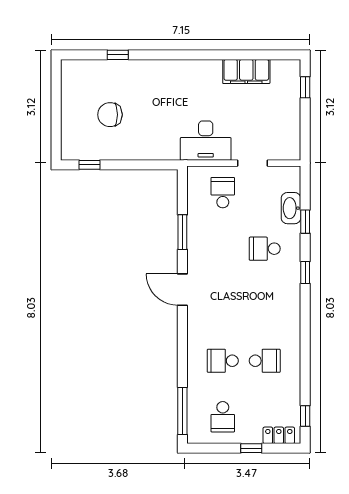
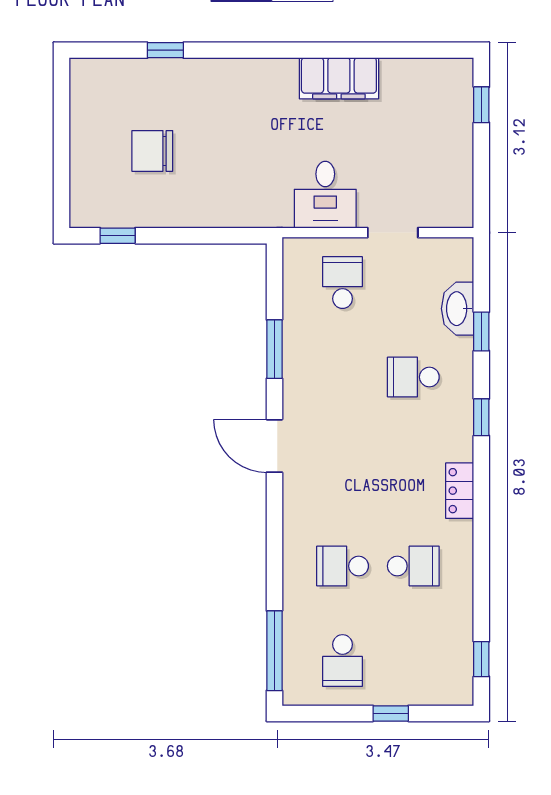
filing cabinet: (246, 72) -> (339, 78), moved
desk: (206, 141) -> (325, 195), width x0.73
locker: (279, 435) -> (460, 491), moved, turned -90

